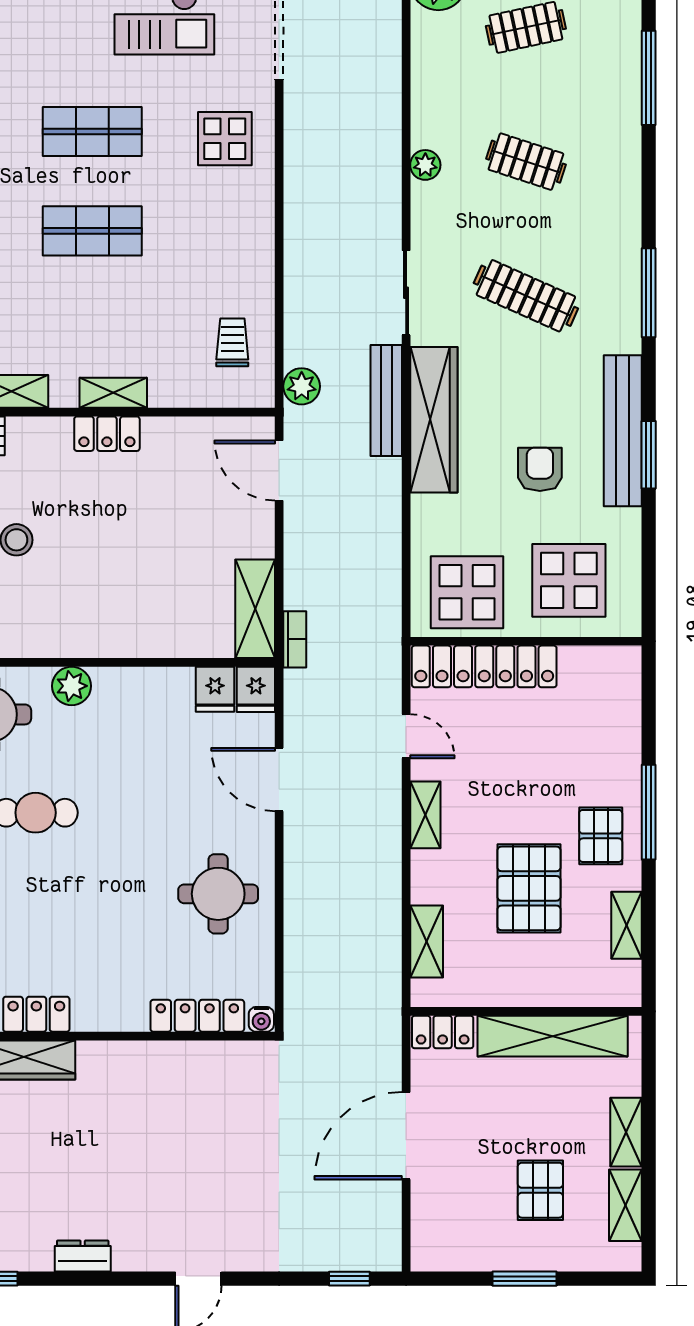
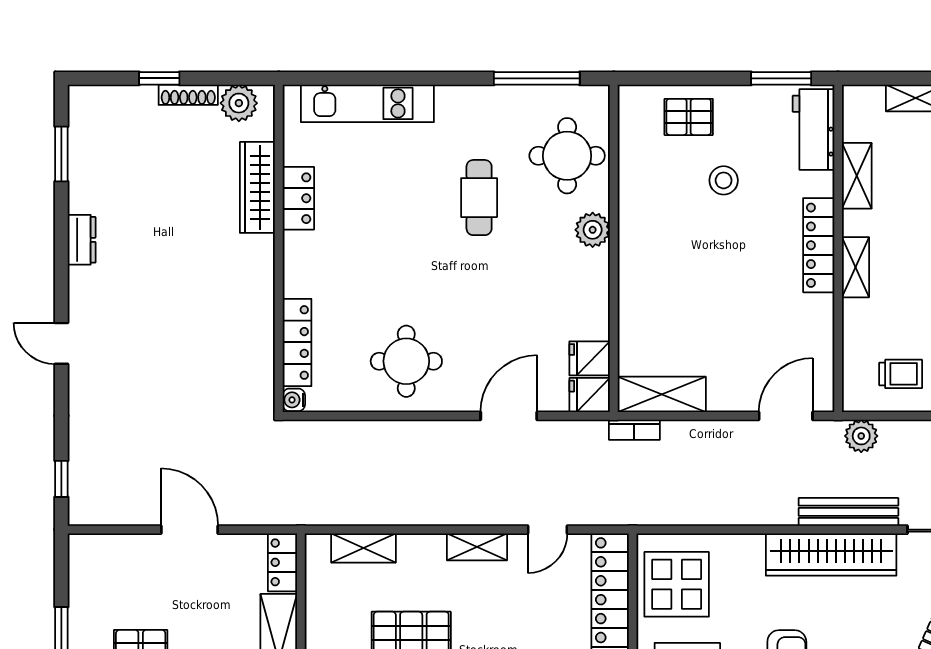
locker: (107, 434) -> (819, 245), width x1.53
door: (406, 1136) -> (189, 530), width x0.73

